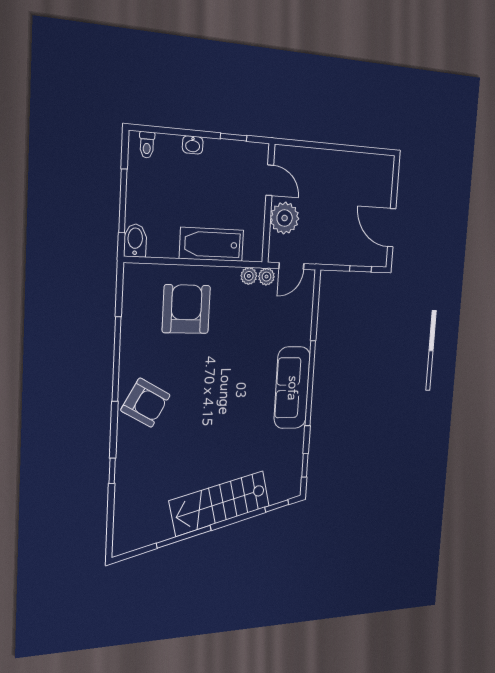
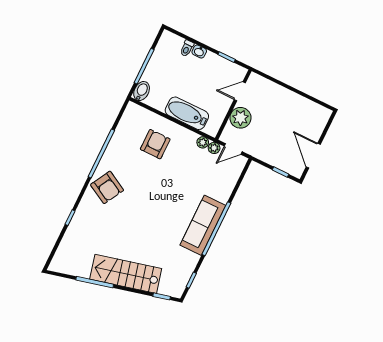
toilet: (147, 145) -> (187, 48), moved
door: (270, 180) -> (240, 91), swing flipped
armchair: (186, 309) -> (155, 144), width x0.73, depth x0.73

